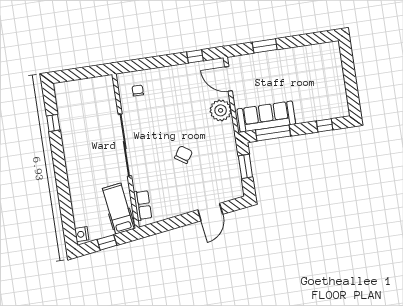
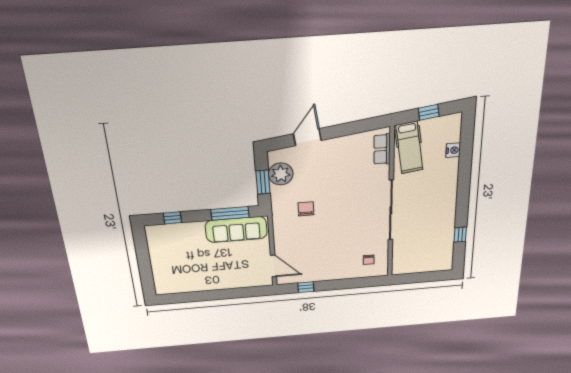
window: (265, 46) -> (233, 293), removed
plant: (221, 110) -> (281, 174), moved
chair: (183, 155) -> (306, 209), moved, turned 146
nightstand: (82, 234) -> (453, 150), moved

